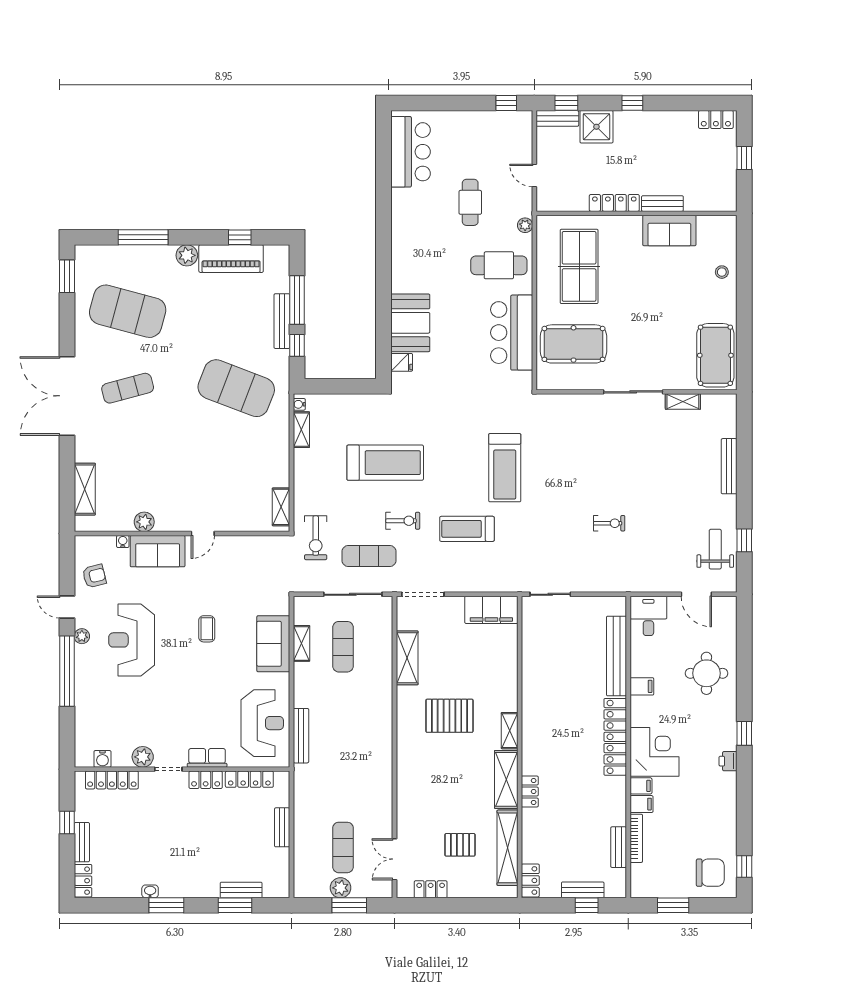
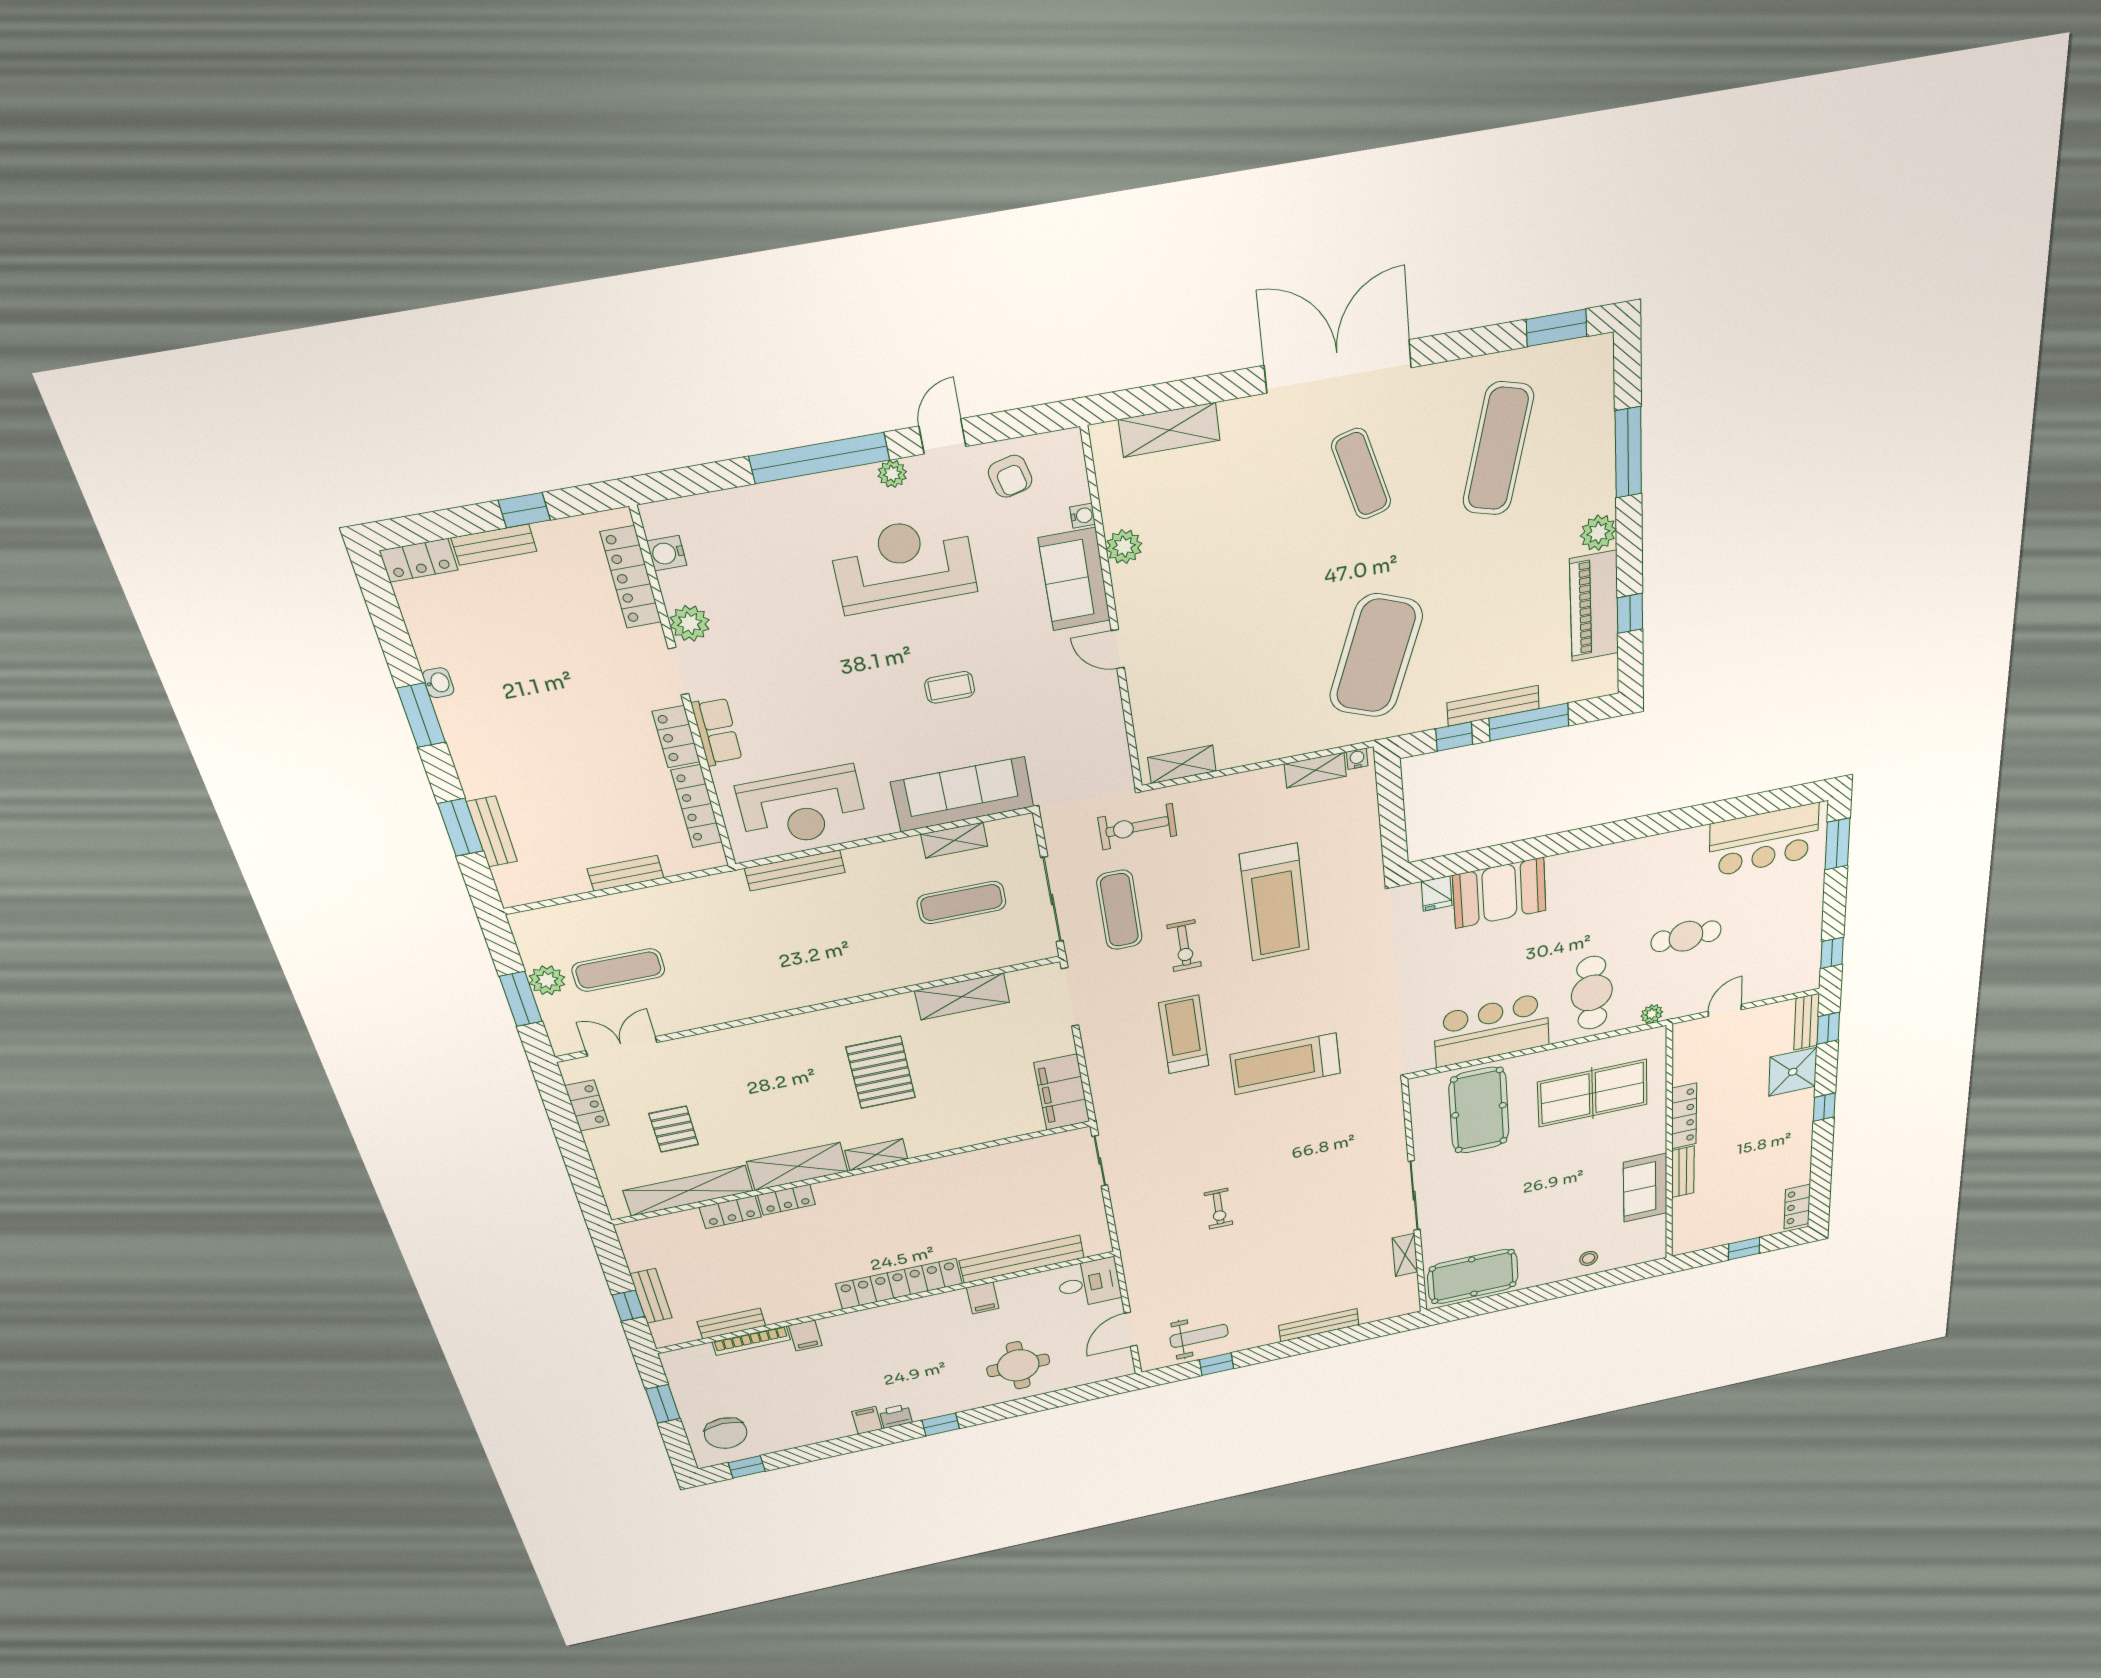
window: (424, 103) -> (1837, 844), added
exercise mat: (128, 311) -> (1498, 449), width x0.68
sofa: (273, 644) -> (962, 794), width x1.36
corner desk: (654, 752) -> (888, 1333), removed
filing cabinet: (641, 786) -> (867, 1420), moved, turned 180
locker: (530, 880) -> (730, 1212), moved

